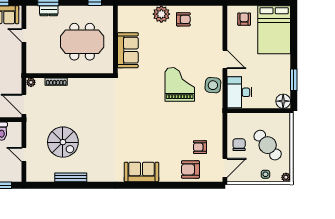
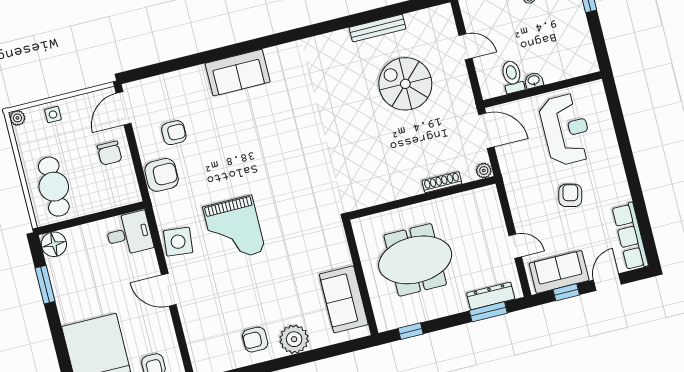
dresser: (49, 11) -> (491, 296), width x1.44
sofa: (128, 50) -> (344, 299), moved
desk: (239, 92) -> (129, 234), width x0.73
cafe table: (268, 145) -> (54, 187), moved, turned 40
armchair: (190, 169) -> (162, 175), moved
sofa: (141, 172) -> (238, 73), moved

